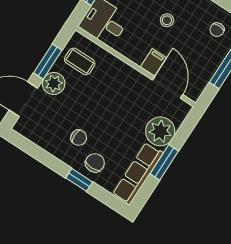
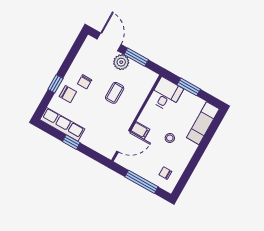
coffee table: (80, 61) -> (115, 93), moved
plant: (160, 131) -> (93, 138), removed
window: (164, 162) -> (71, 142), width x0.67

